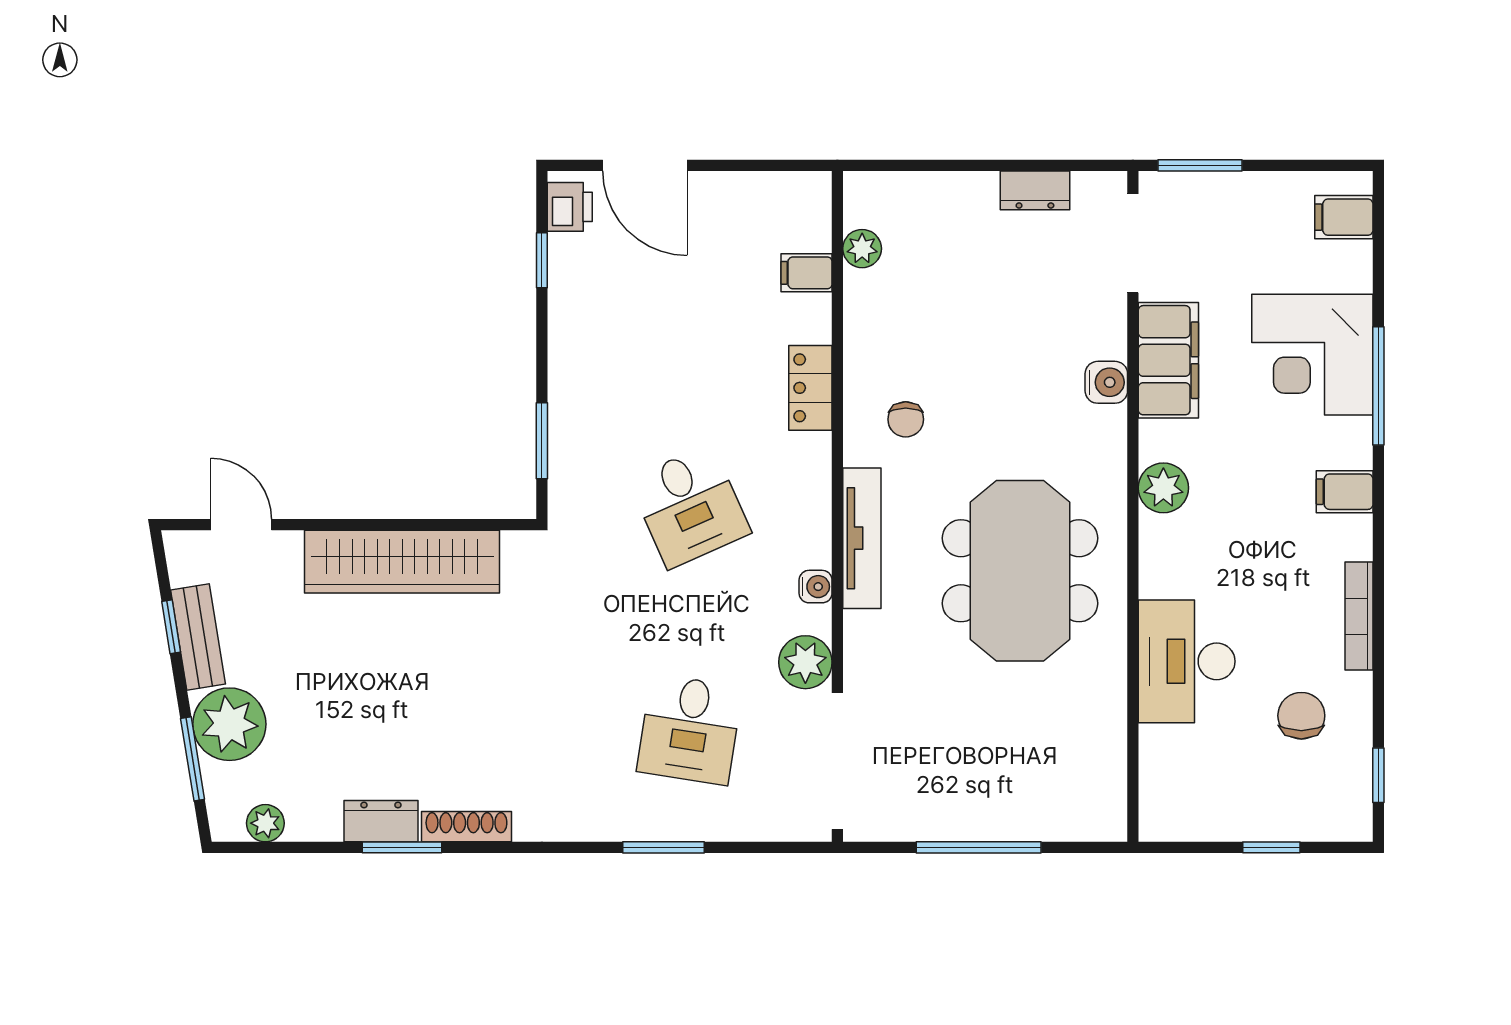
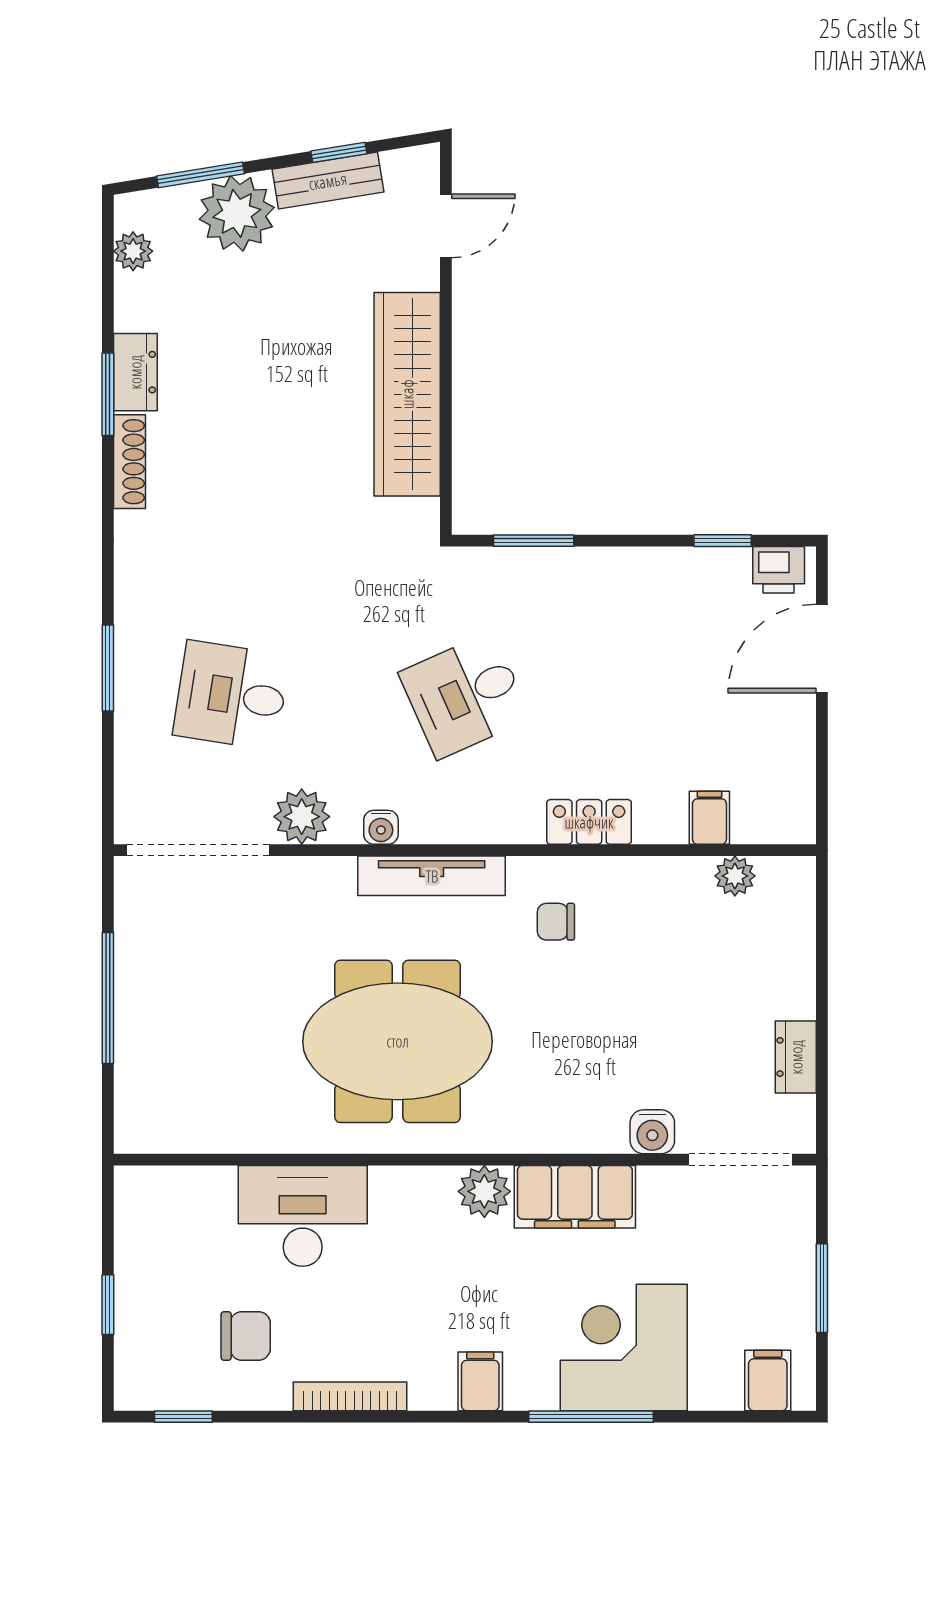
window: (1200, 165) -> (822, 1288), moved
filing cabinet: (1168, 360) -> (575, 1197), moved
water cooler: (1106, 382) -> (652, 1132), moved

